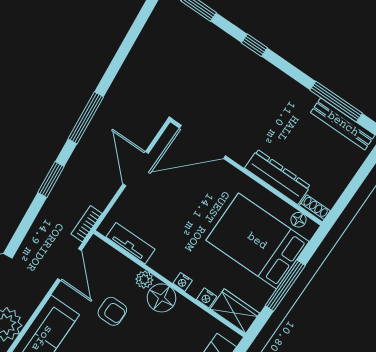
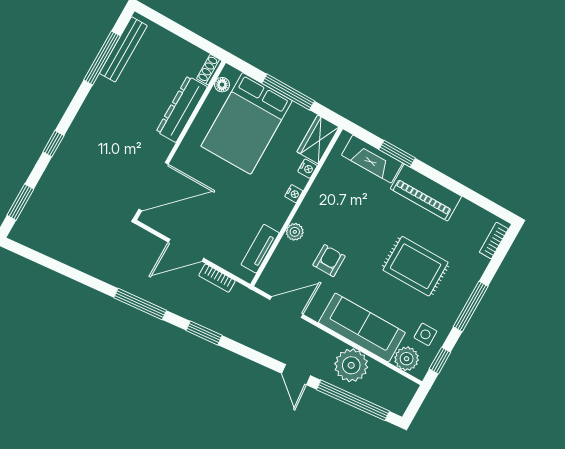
door: (202, 142) -> (153, 187), hinge flipped
bookcase: (87, 224) -> (217, 278), moved
floor lamp: (162, 298) -> (311, 213), removed

